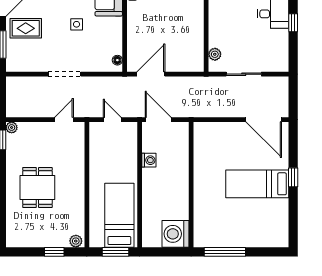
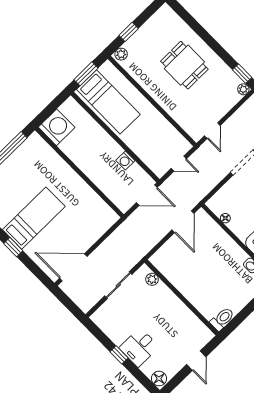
floor lamp: (117, 60) -> (225, 218), moved

